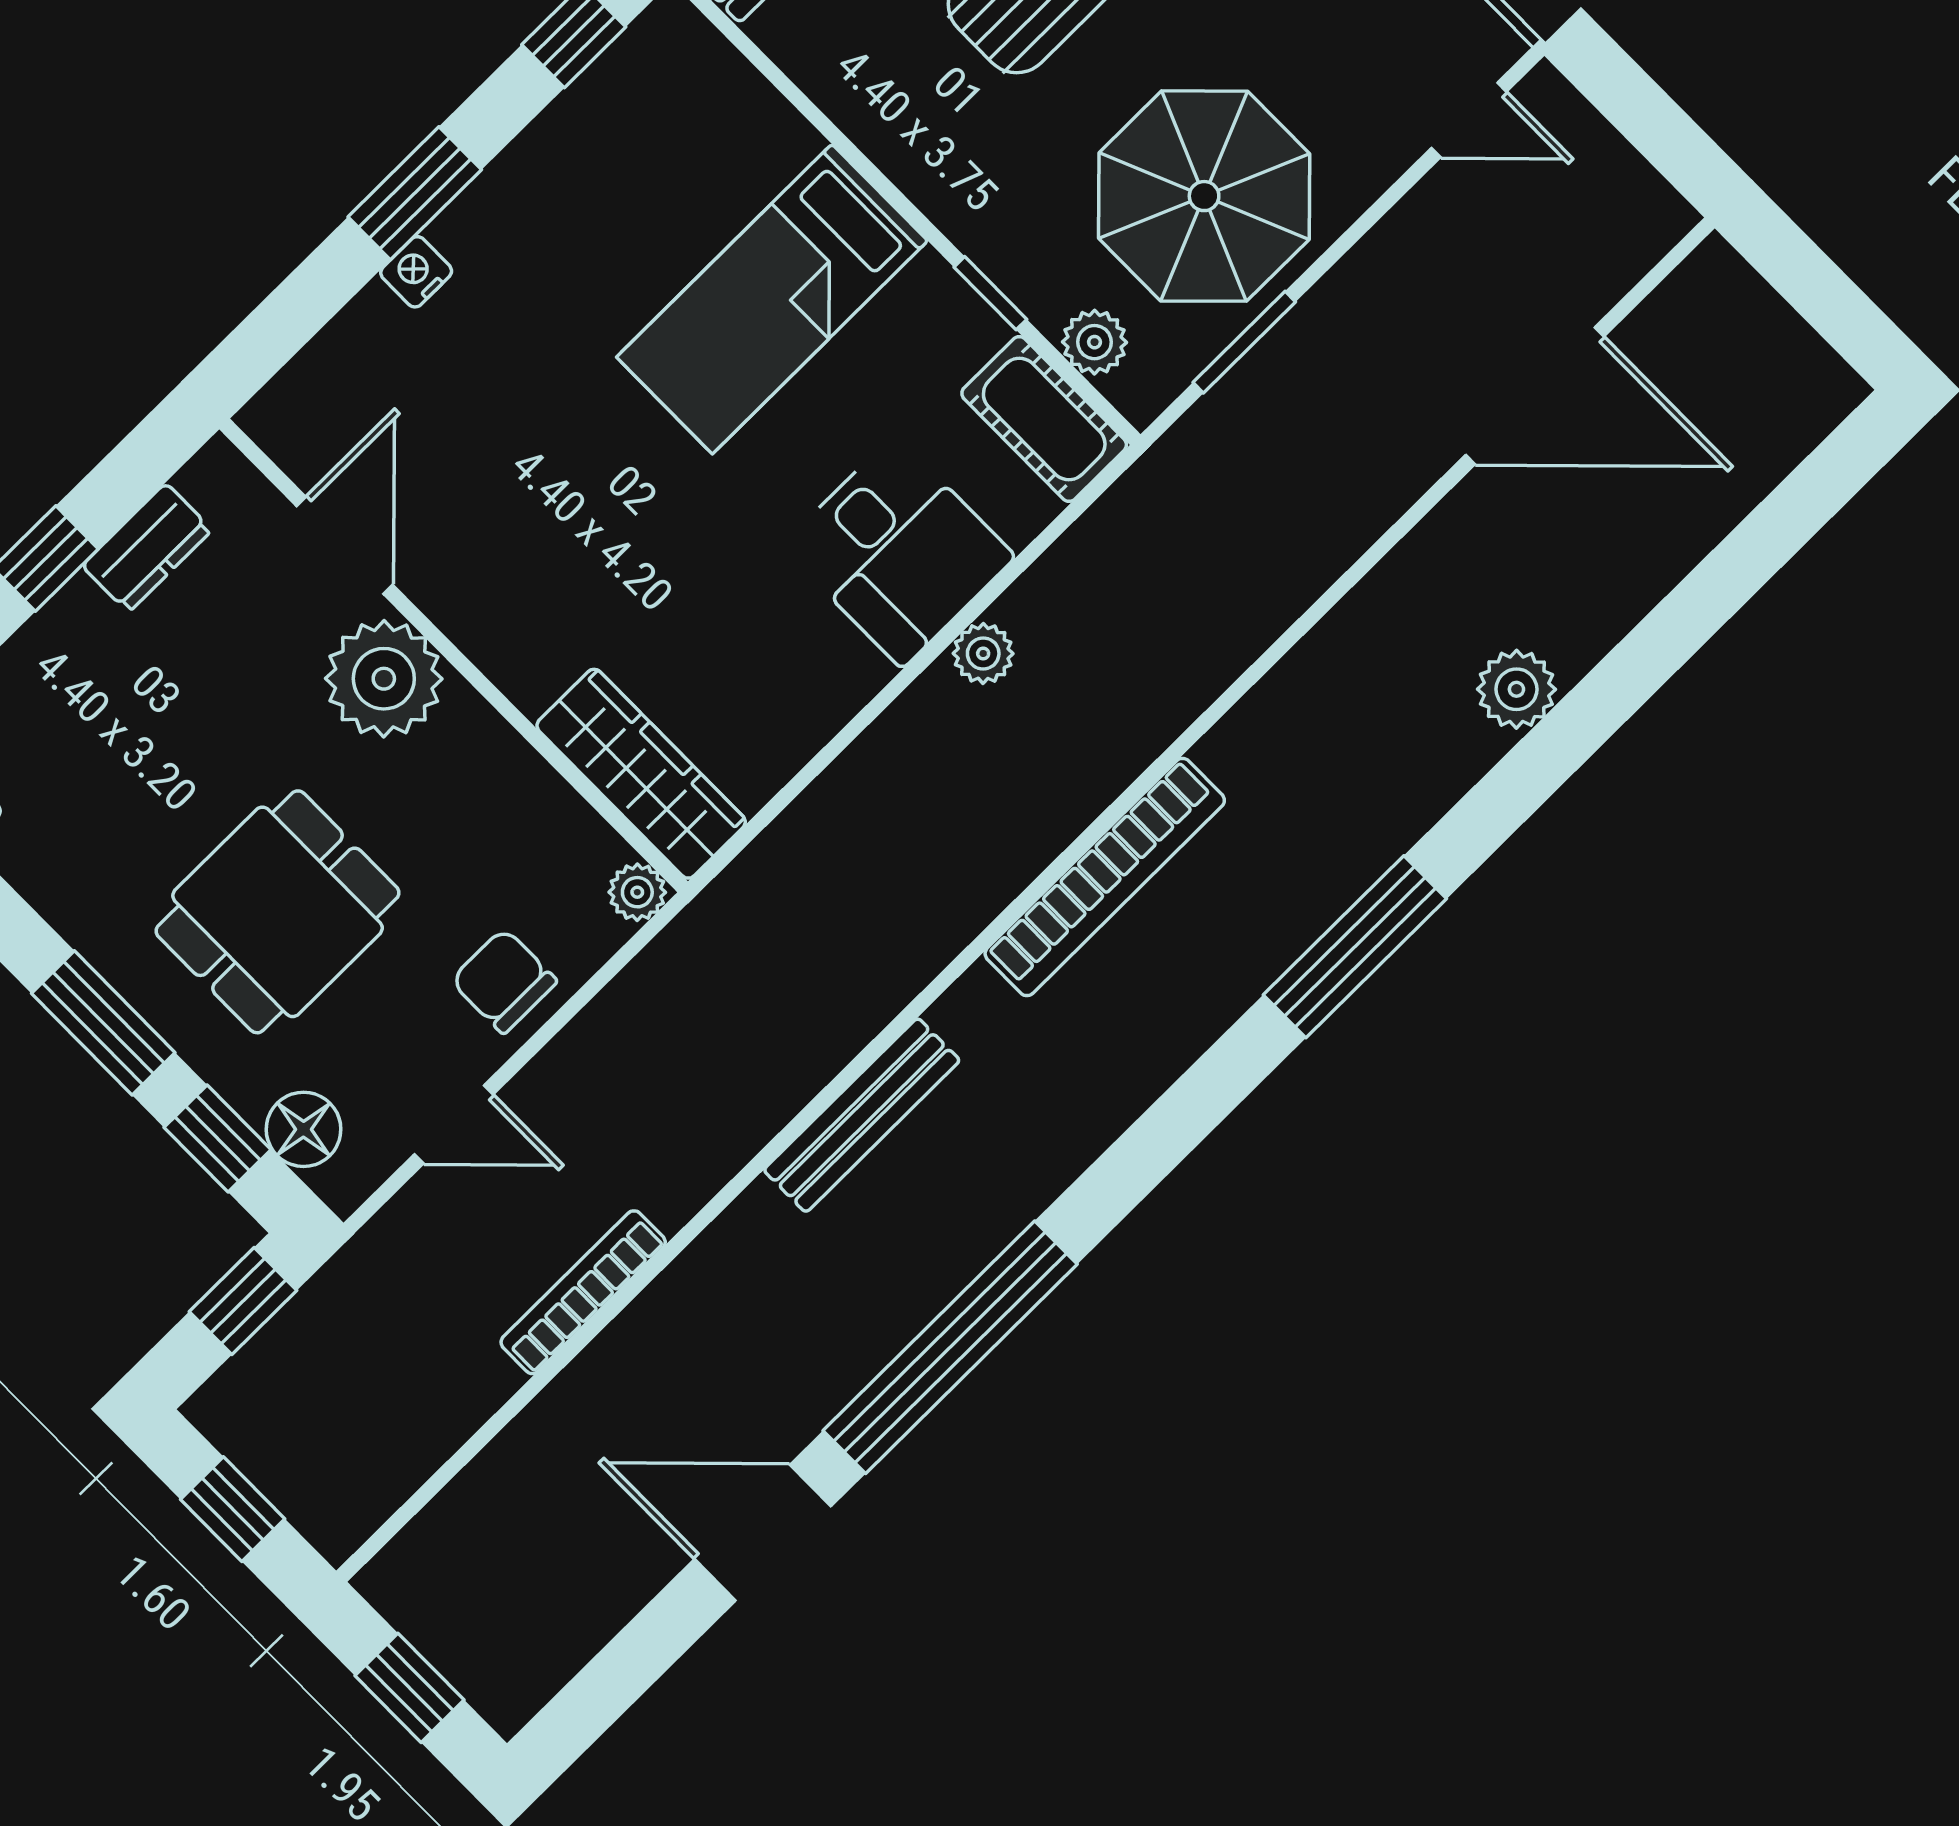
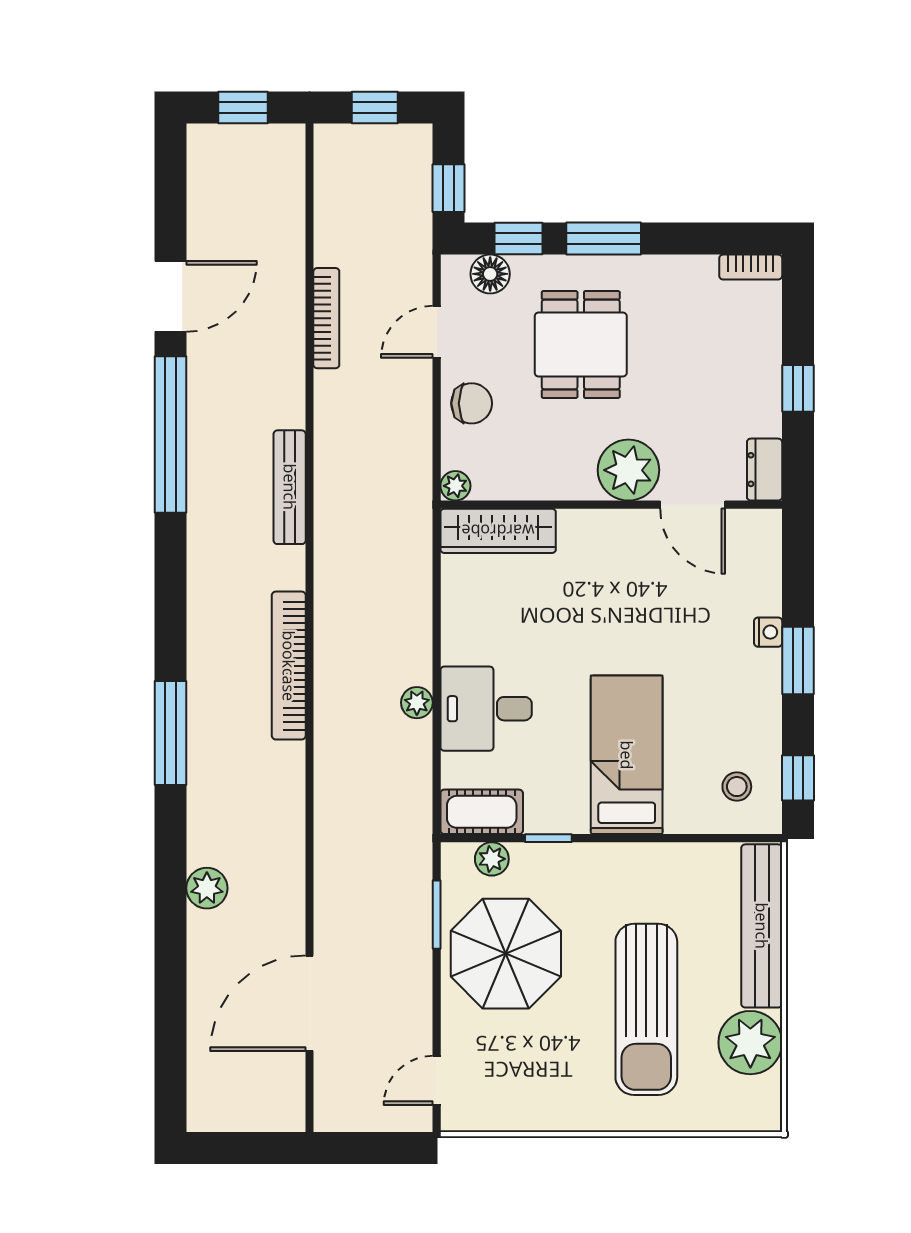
stool: (667, 107) -> (737, 787), added
dresser: (147, 548) -> (765, 470), moved

